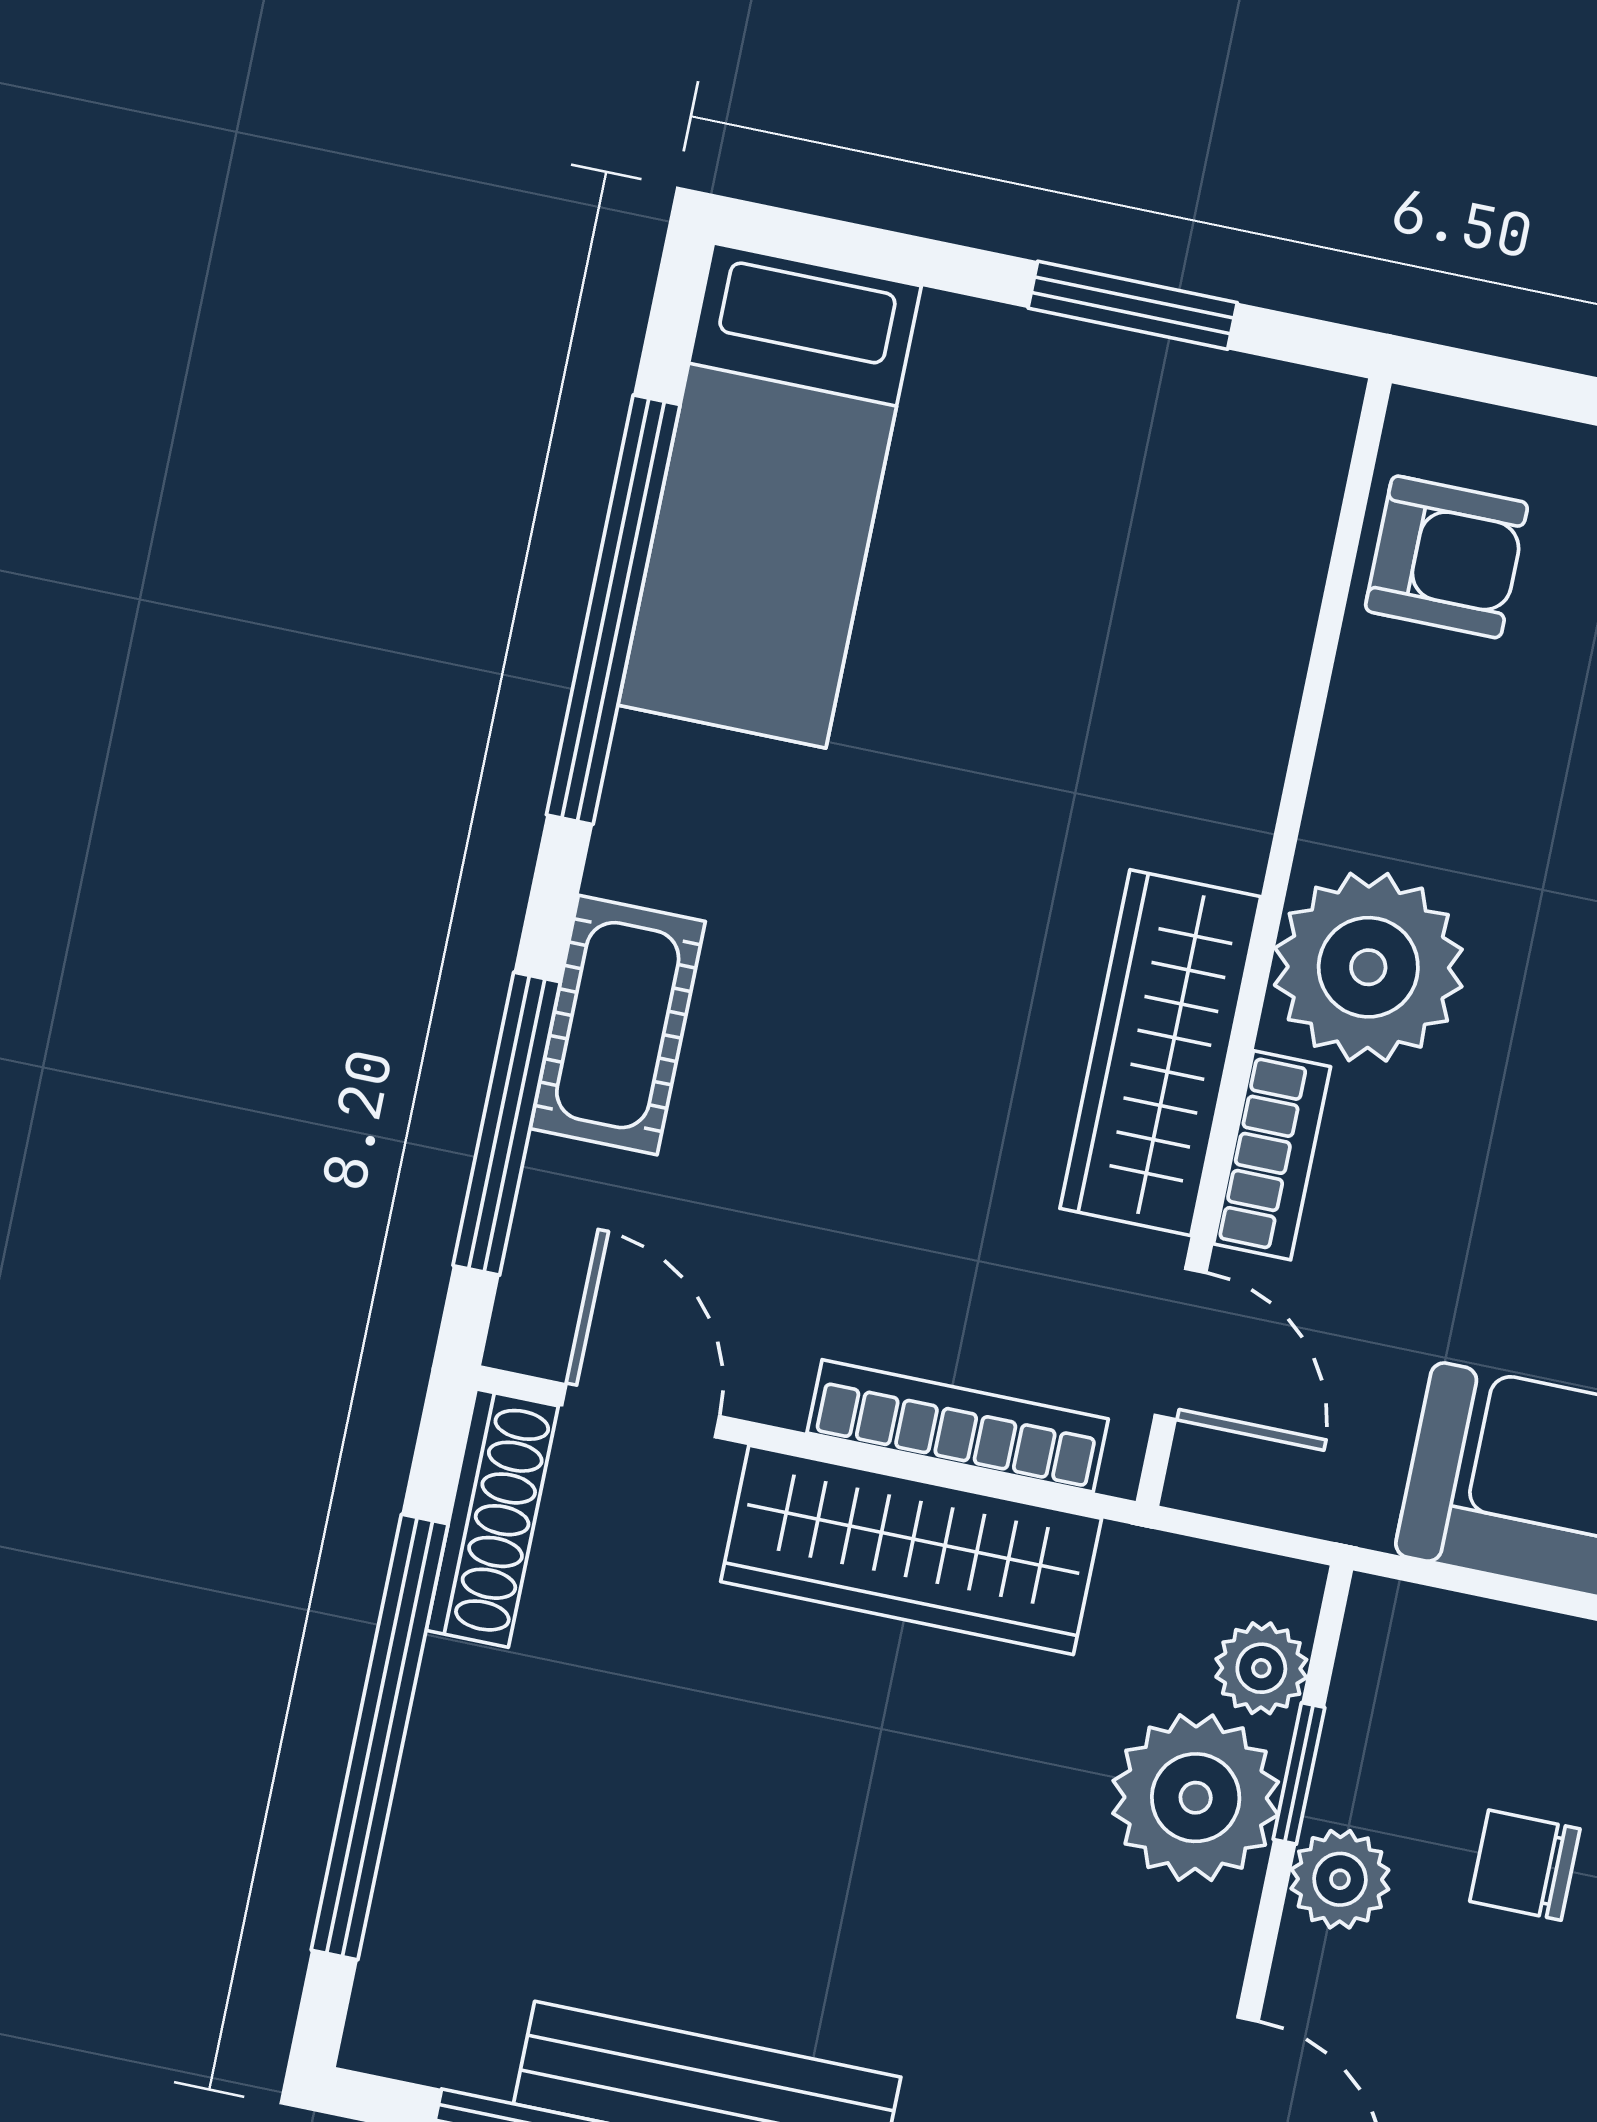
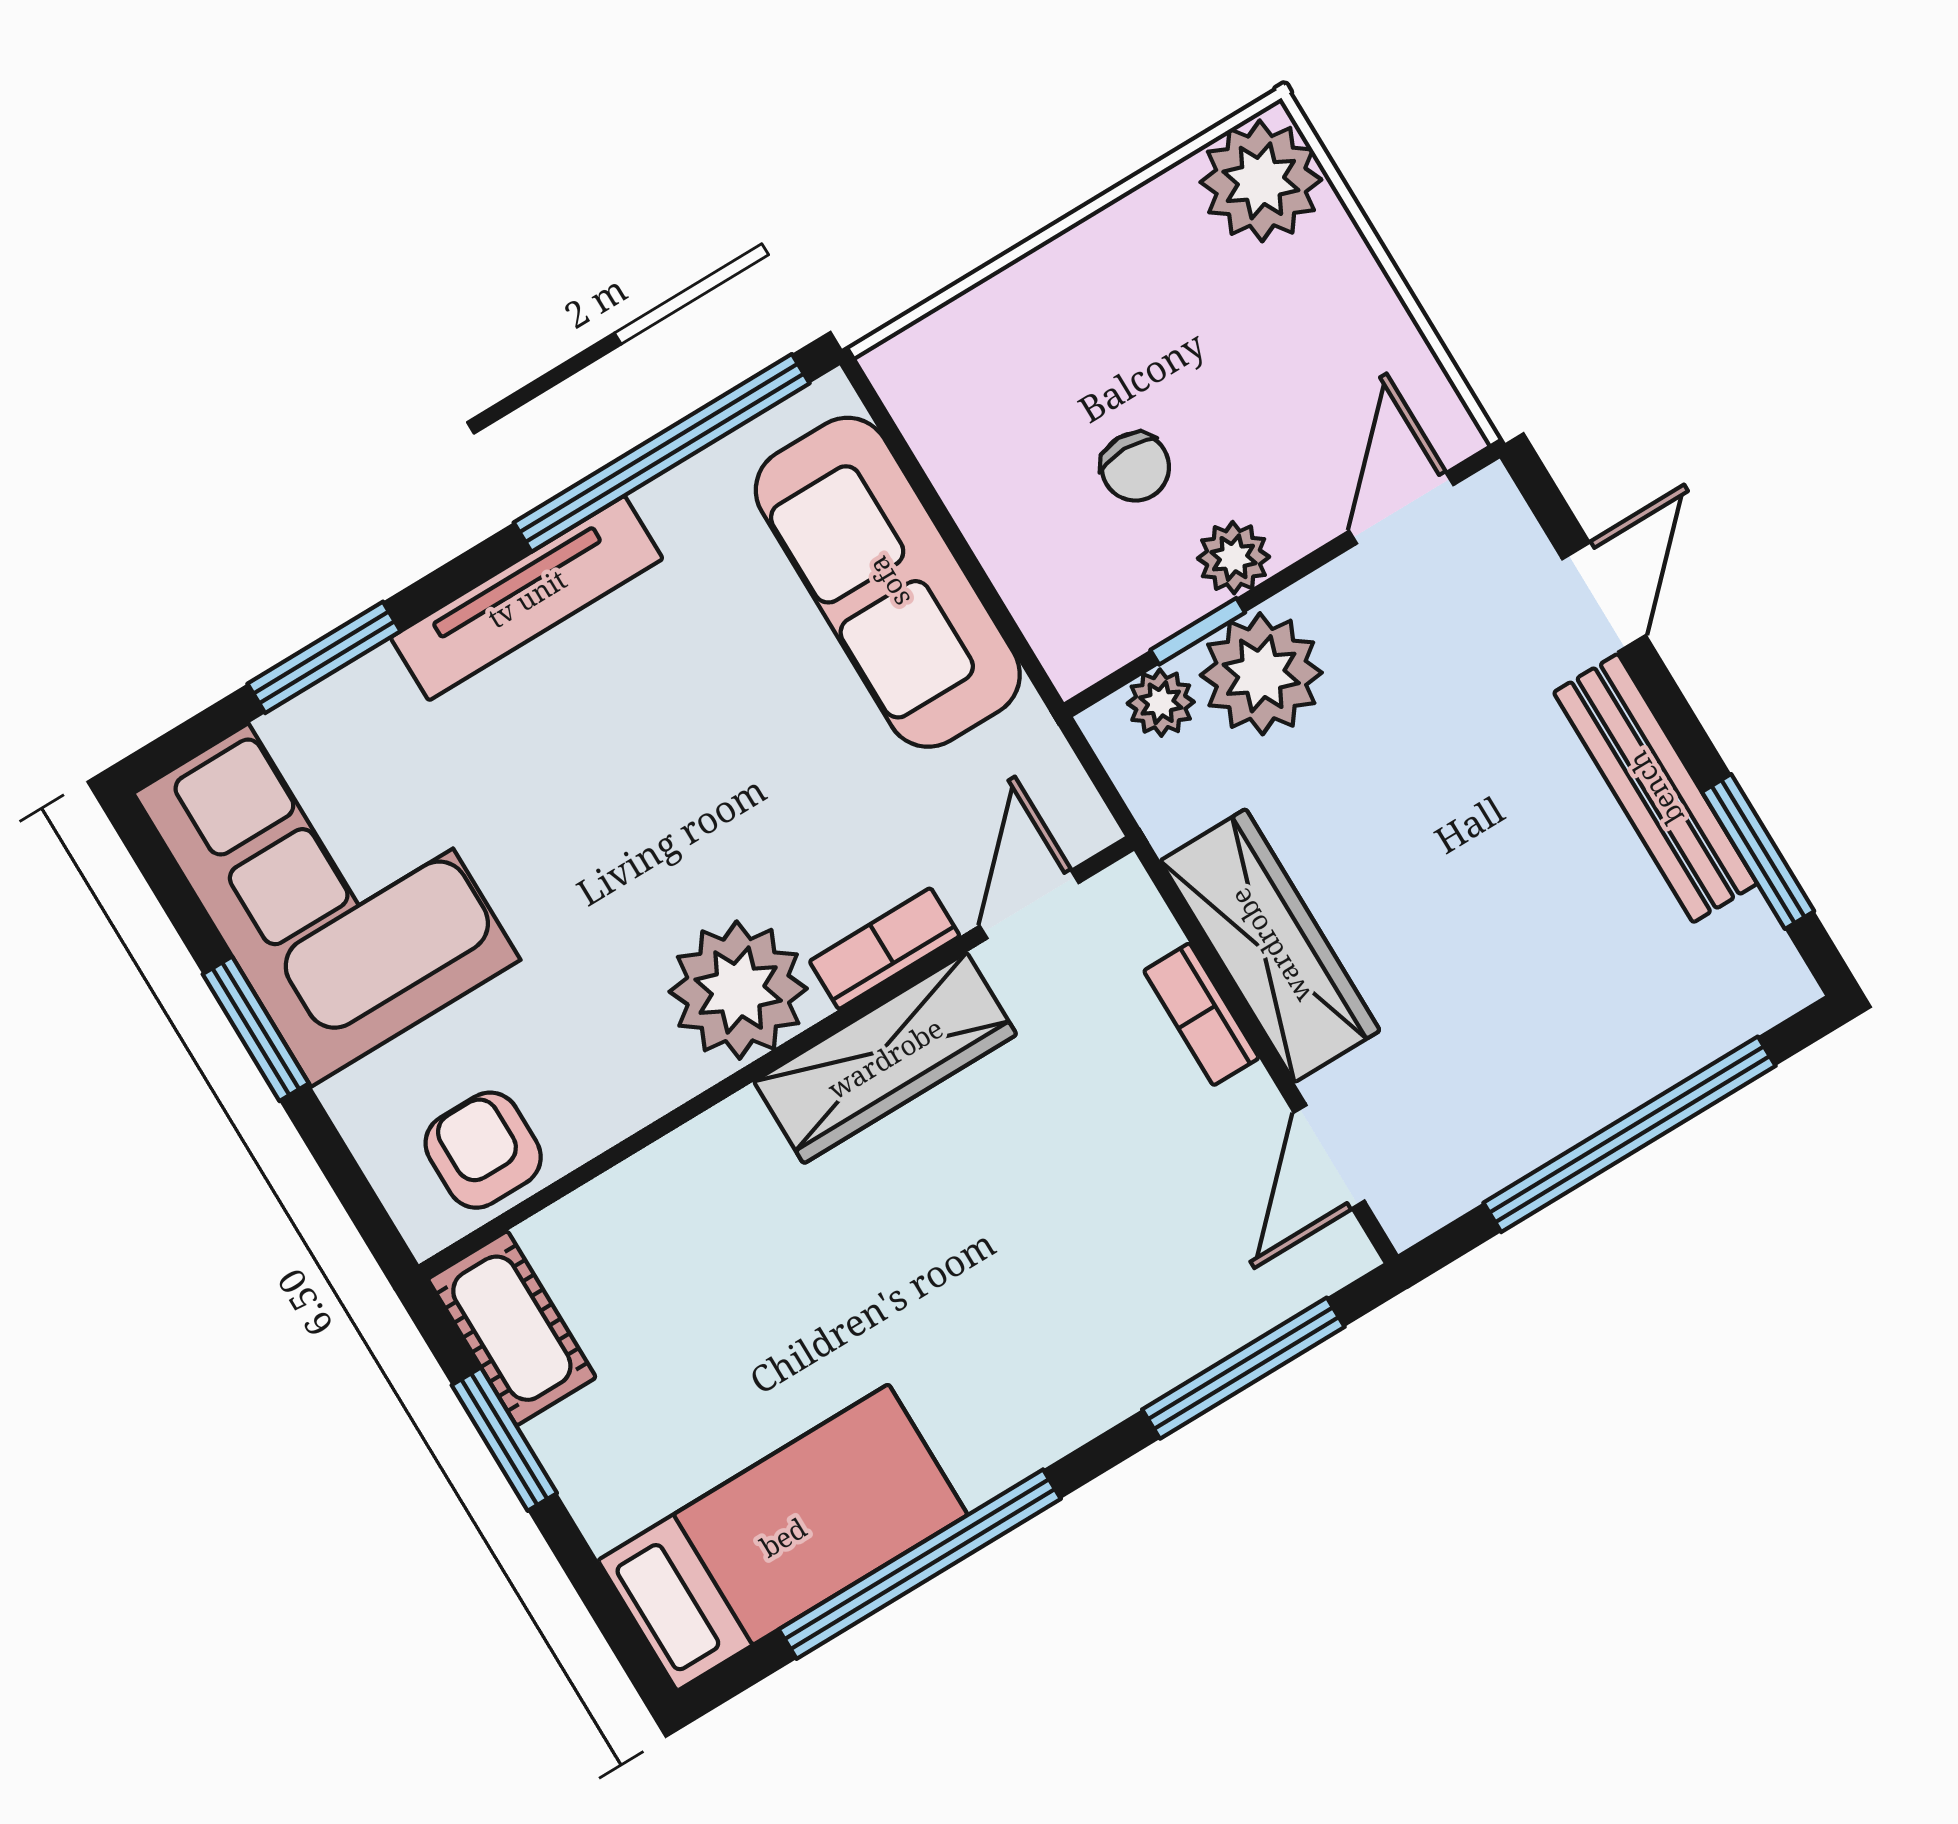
cot: (618, 1025) -> (512, 1328), moved, turned 90
bookcase: (958, 1426) -> (1201, 1014), width x0.64
shoe rack: (492, 1518) -> (1459, 1182), removed

